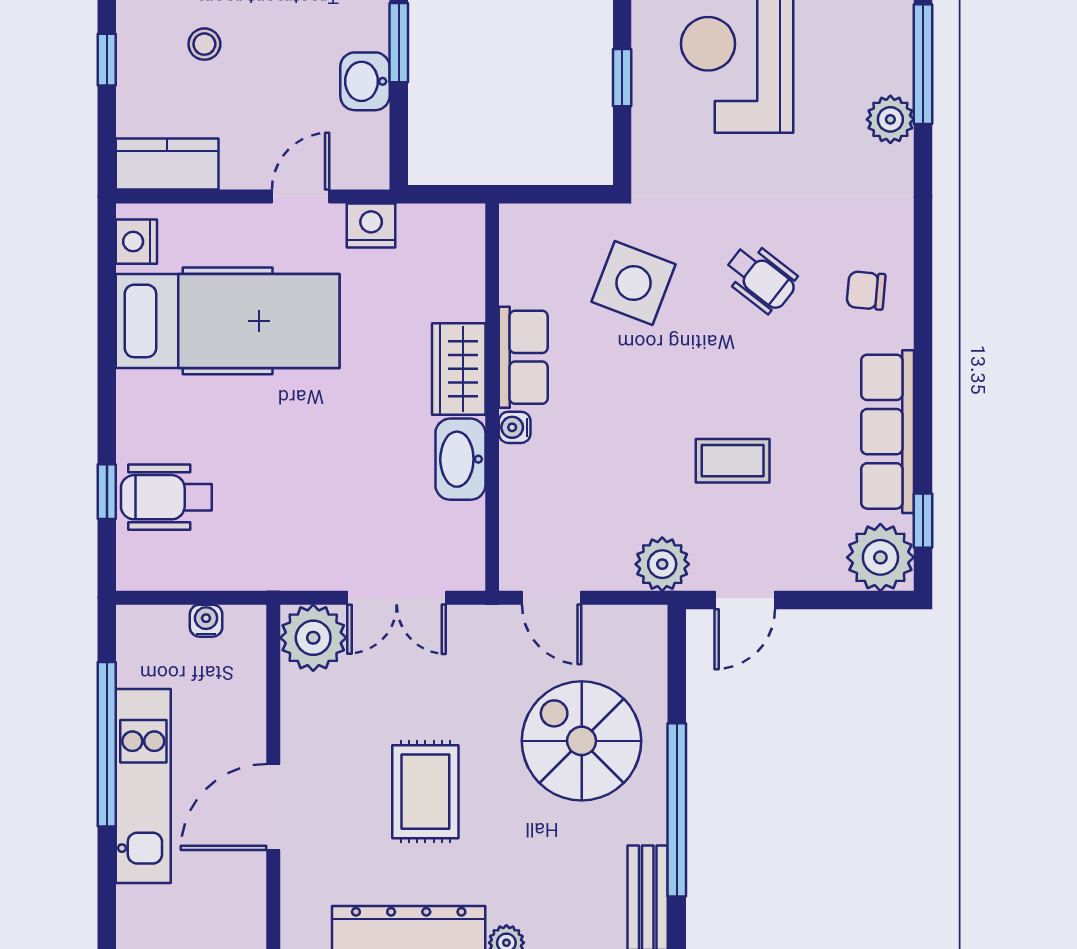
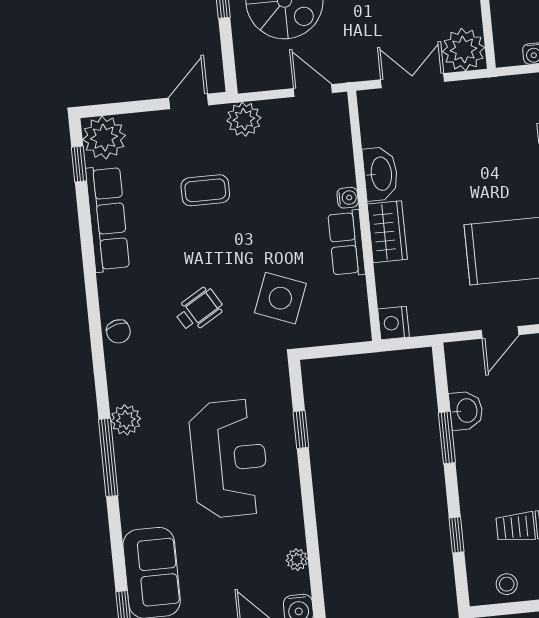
nightstand: (371, 225) -> (394, 323), moved, turned 90
wheelchair: (761, 278) -> (199, 310), turned 111
chair: (866, 291) -> (118, 331), moved, turned 72

